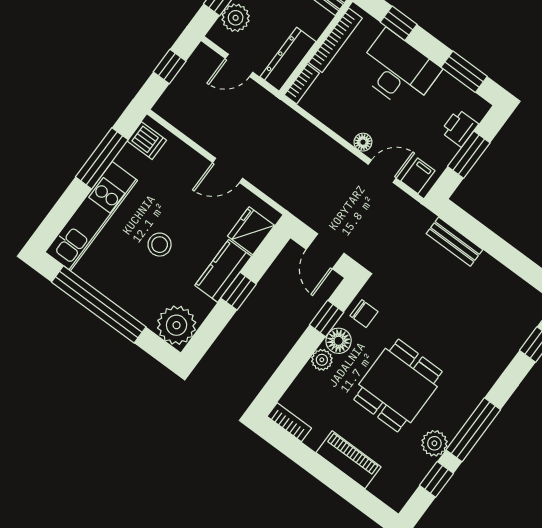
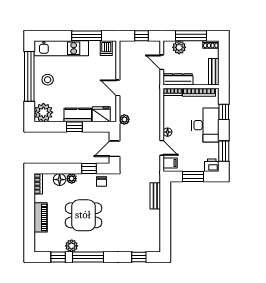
printer: (459, 128) -> (212, 165), moved
plant: (288, 198) -> (124, 119), added
stool: (160, 245) -> (48, 80), moved
floor lamp: (339, 341) -> (60, 180), moved

